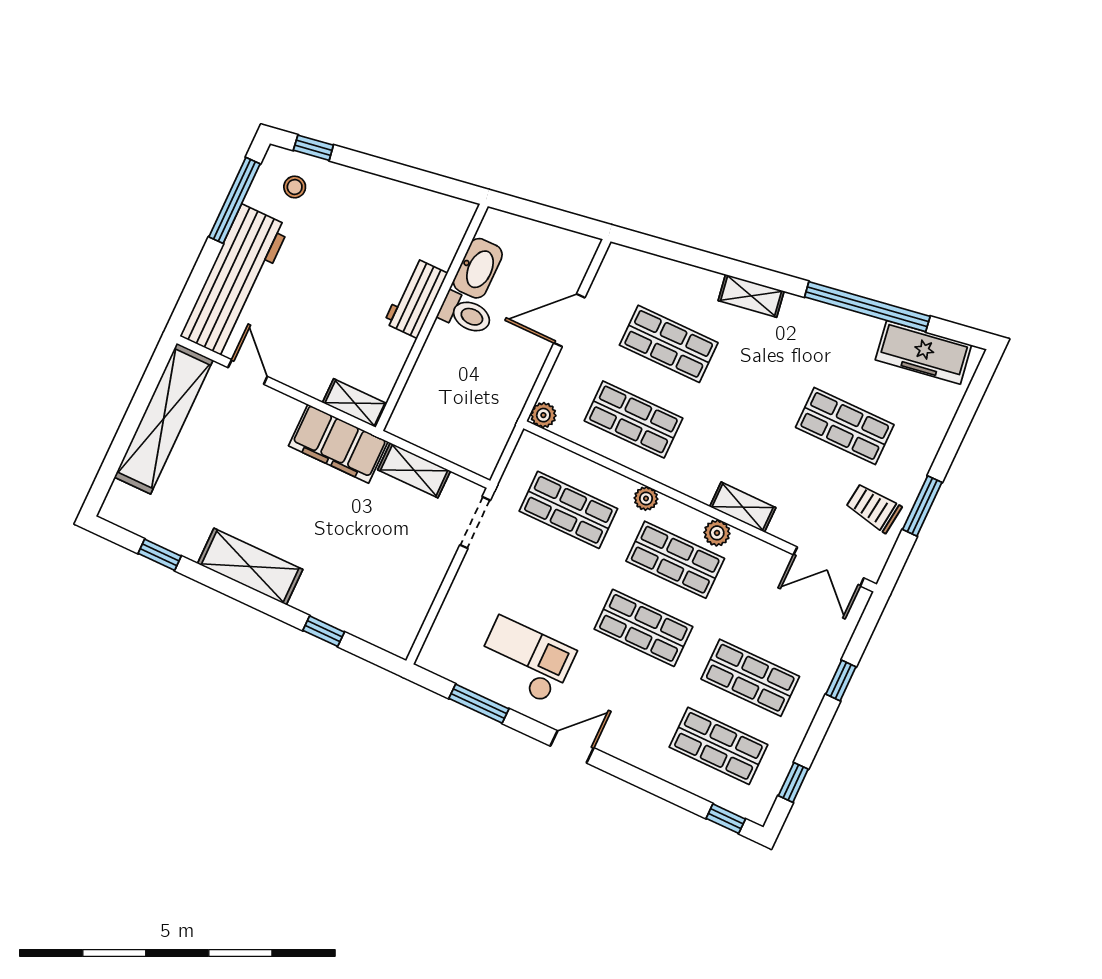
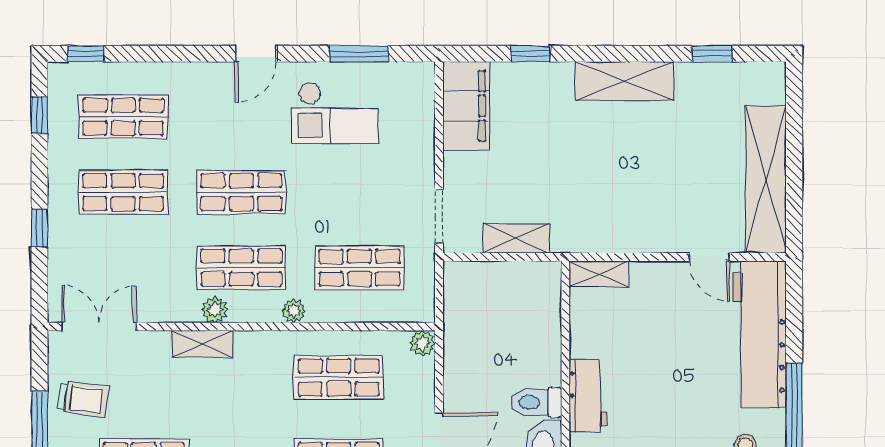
filing cabinet: (338, 444) -> (466, 106), moved, turned 90

